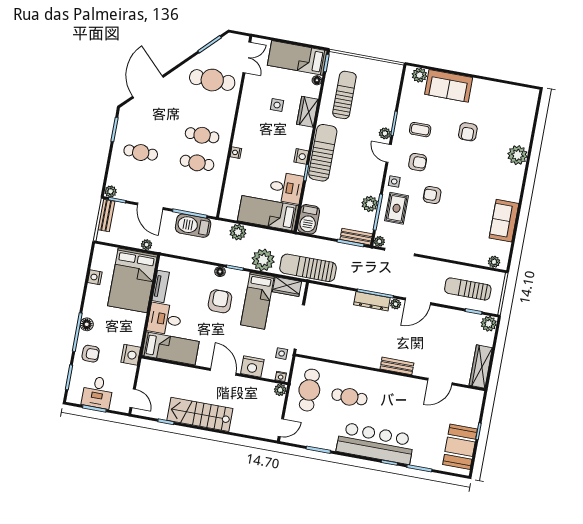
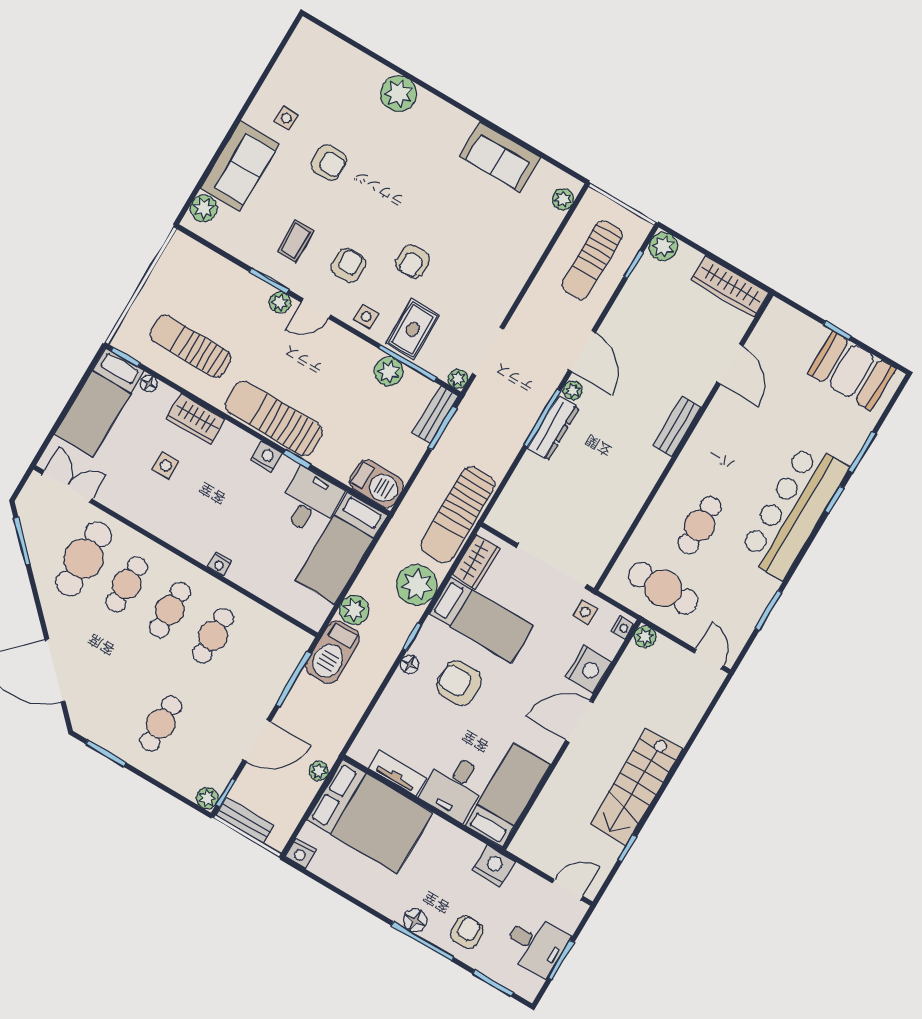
side table: (483, 101) -> (286, 118), added
cafe table: (207, 108) -> (127, 584), added
rug: (397, 208) -> (413, 329), turned 90
barbecue: (193, 226) -> (333, 652), moved
nightstand: (95, 277) -> (301, 853), moved

